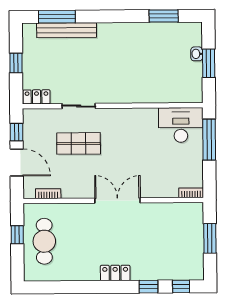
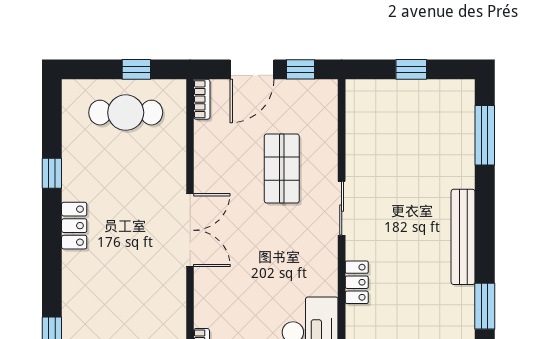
bench: (67, 30) -> (463, 237), moved
locker: (37, 97) -> (357, 282), moved
sliding door: (79, 106) -> (342, 208), moved
bookcase: (48, 194) -> (202, 99), moved
window: (148, 287) -> (52, 173), moved

